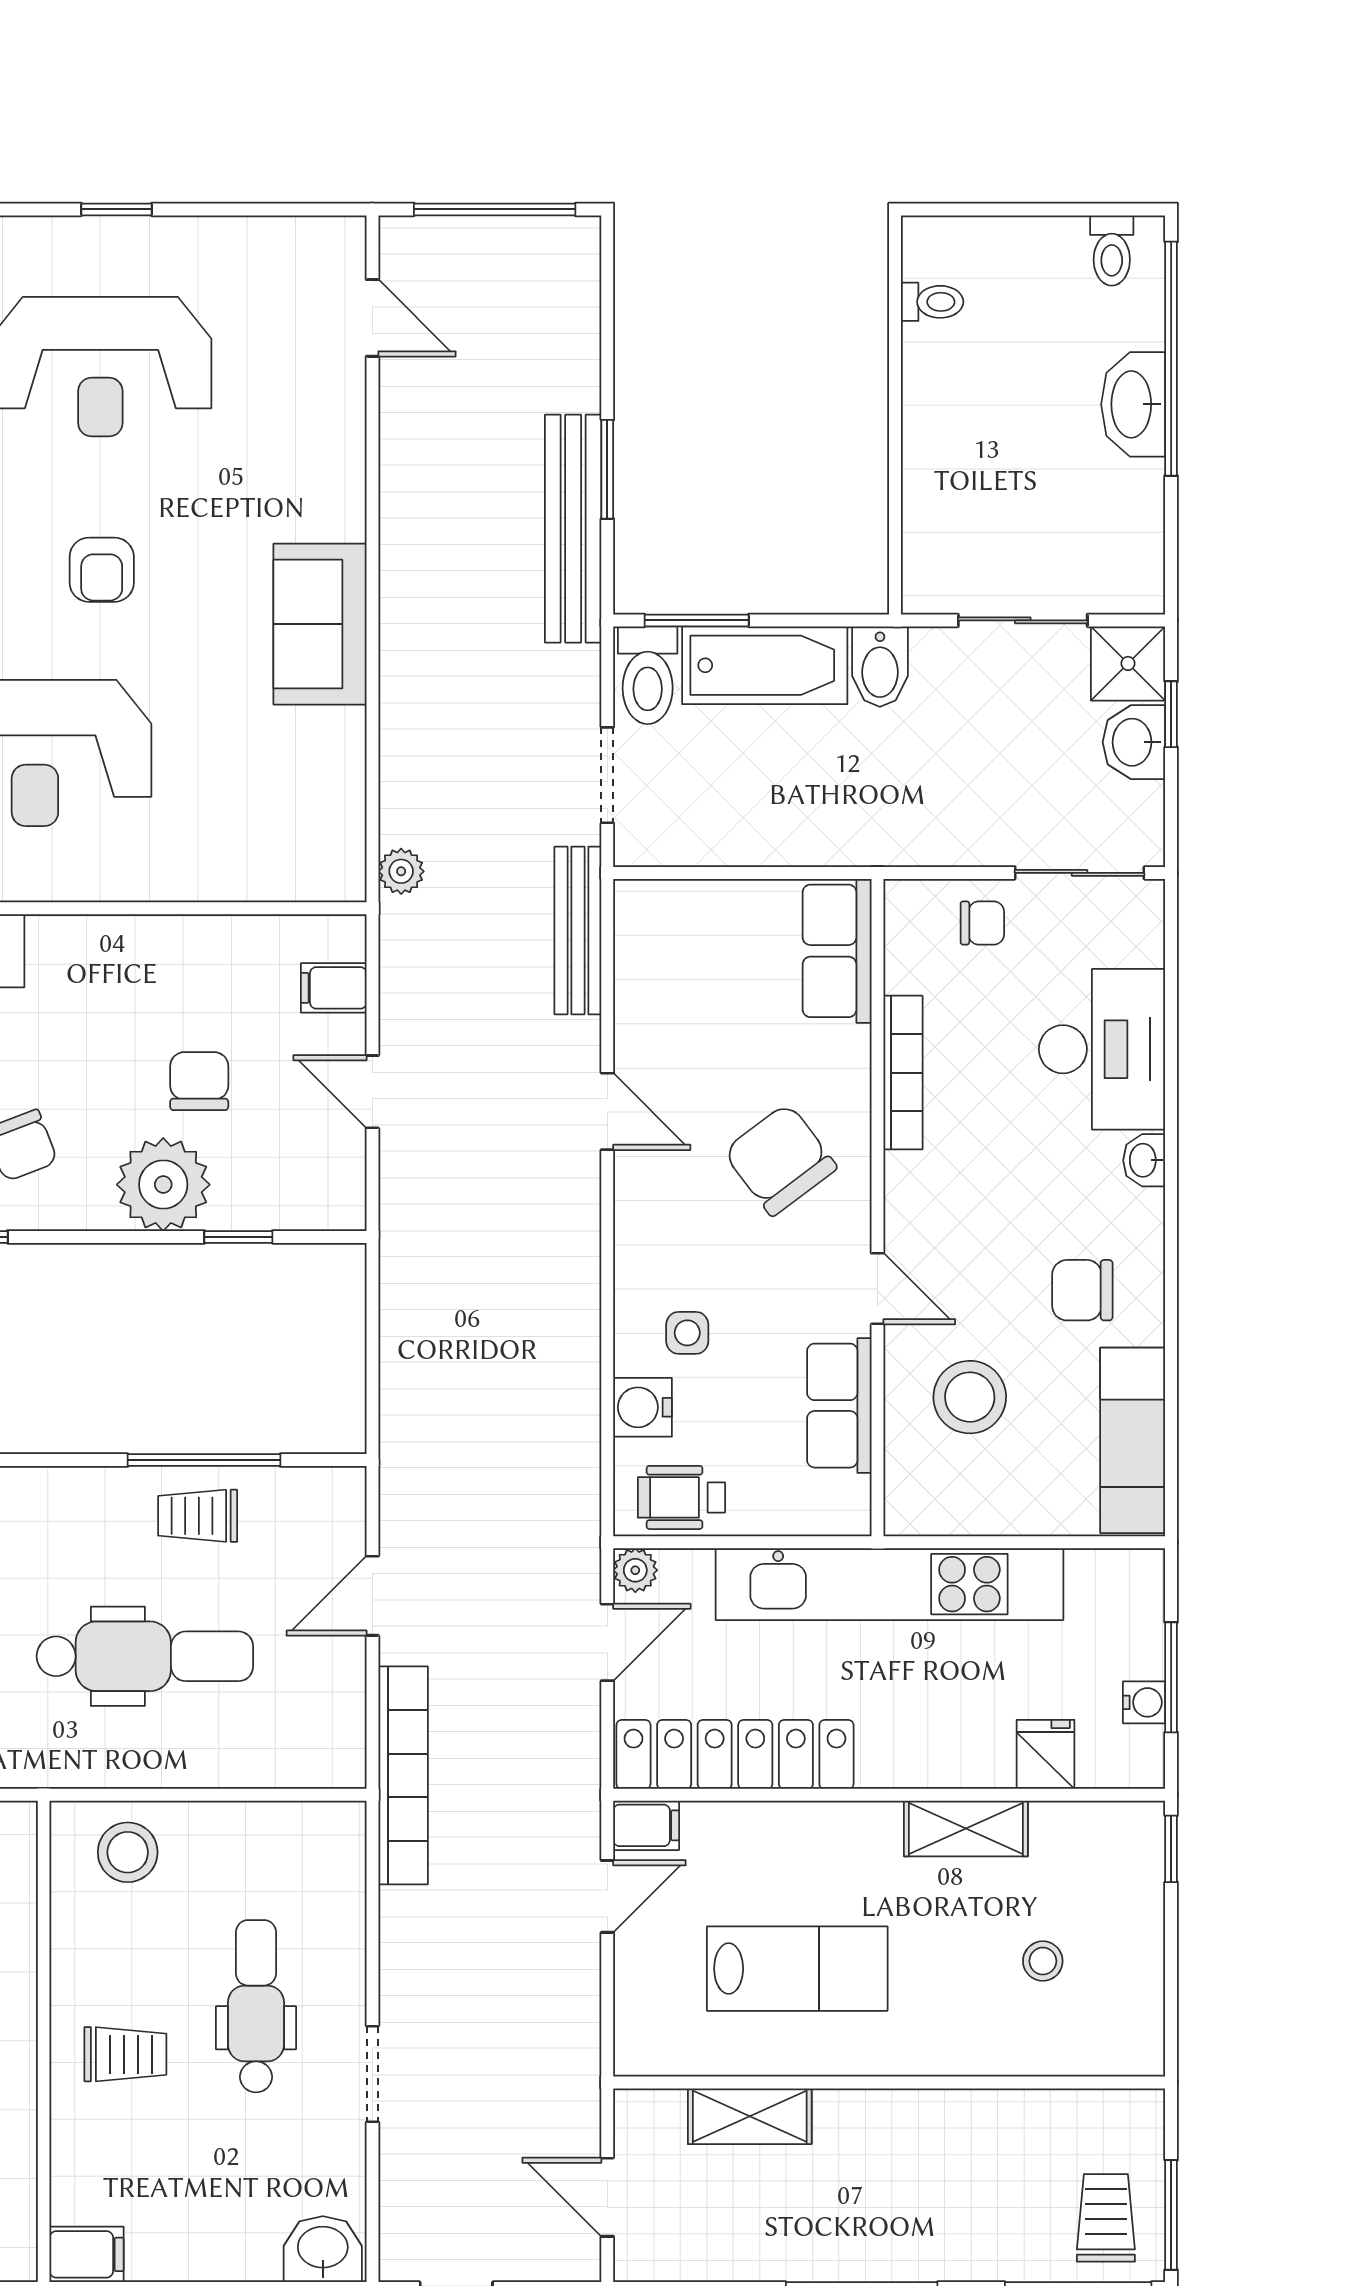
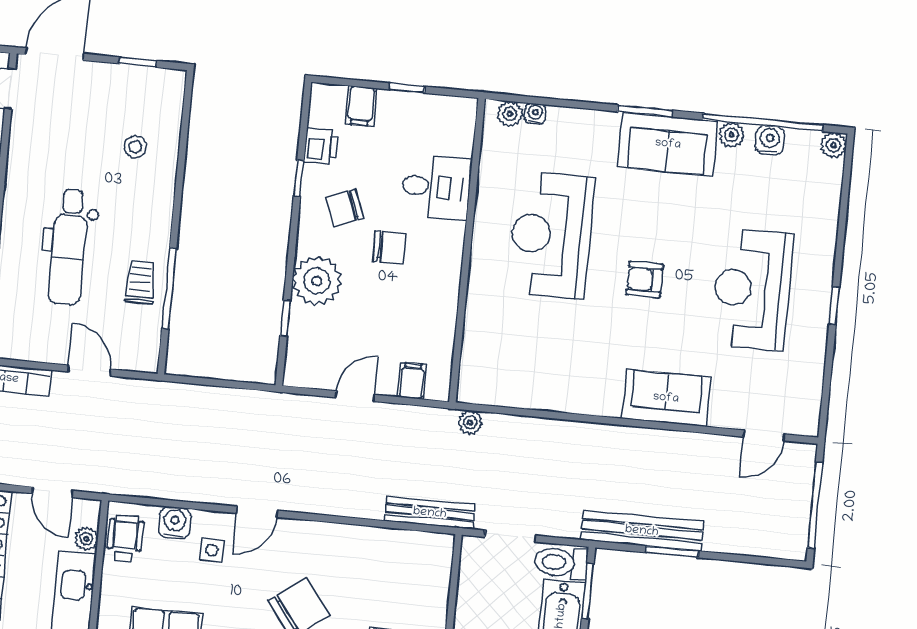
sofa: (320, 624) -> (666, 398), moved
chair: (199, 1081) -> (390, 247), moved
door: (607, 1111) -> (257, 512), moved
plant: (635, 1570) -> (86, 539), moved

